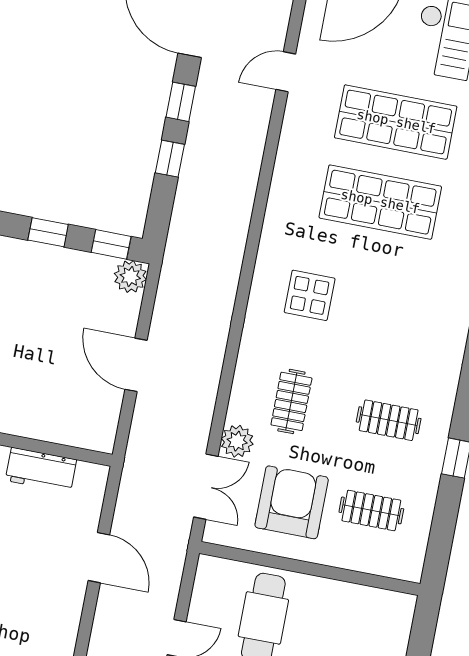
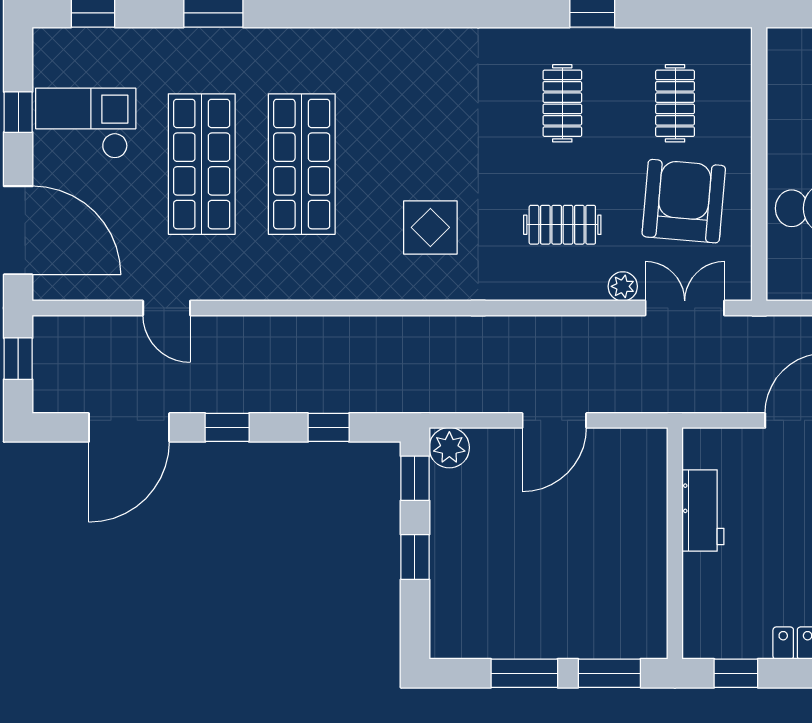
window: (170, 159) -> (329, 427), moved
plant: (237, 441) -> (623, 286), width x0.73, depth x0.73
armchair: (292, 502) -> (684, 201), turned 95

